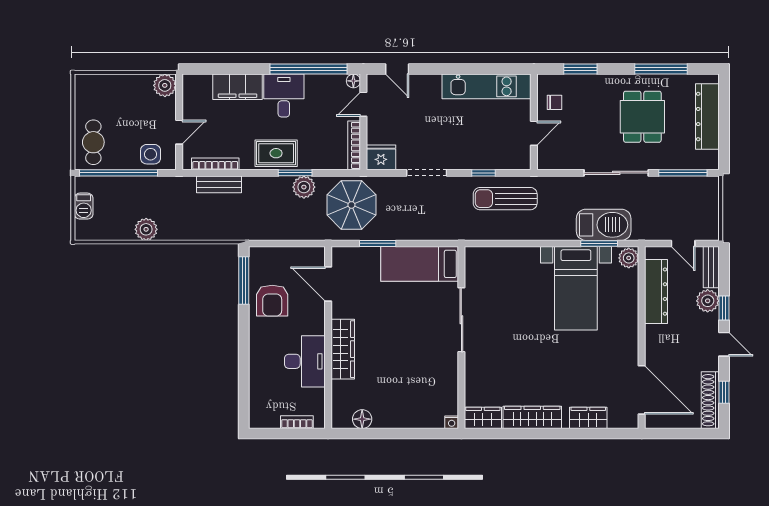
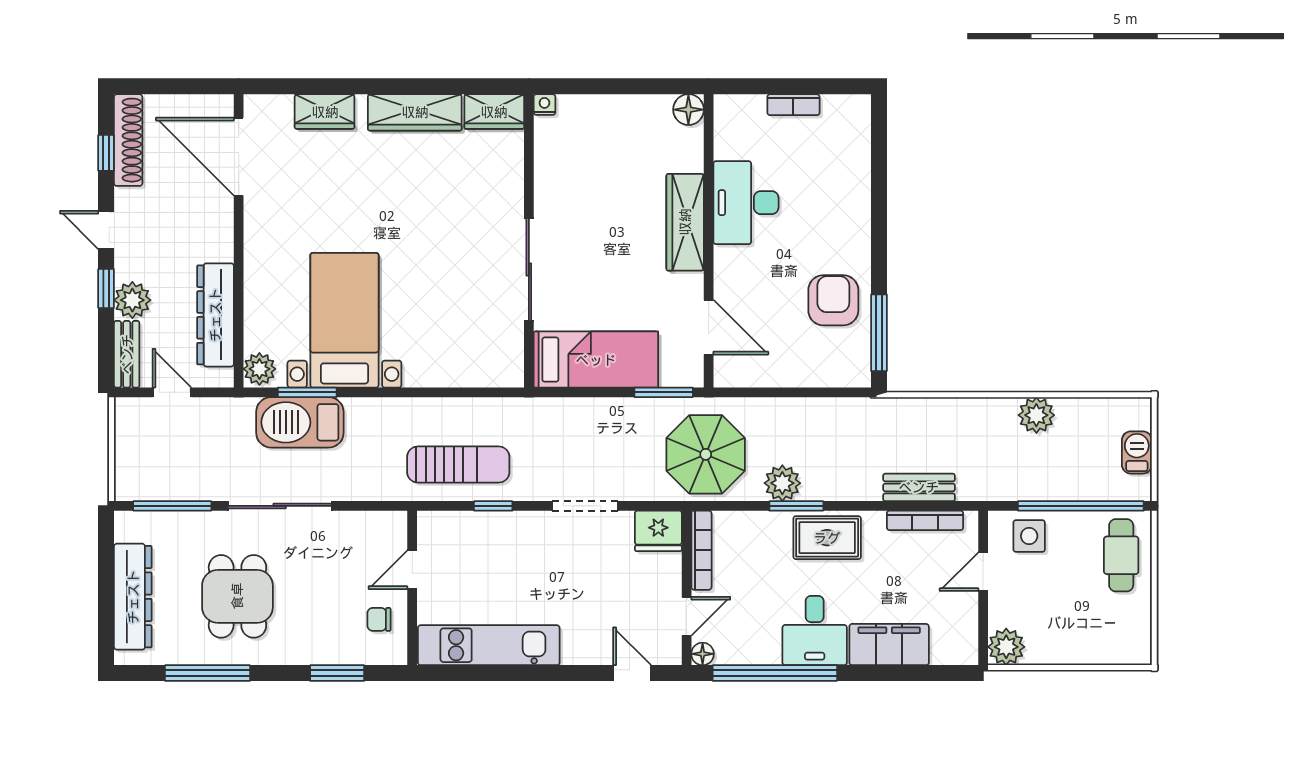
door: (328, 284) -> (709, 327), moved
wall: (328, 338) -> (709, 241), moved
wardrobe: (343, 349) -> (685, 222), moved
desk: (305, 361) -> (746, 203), moved

